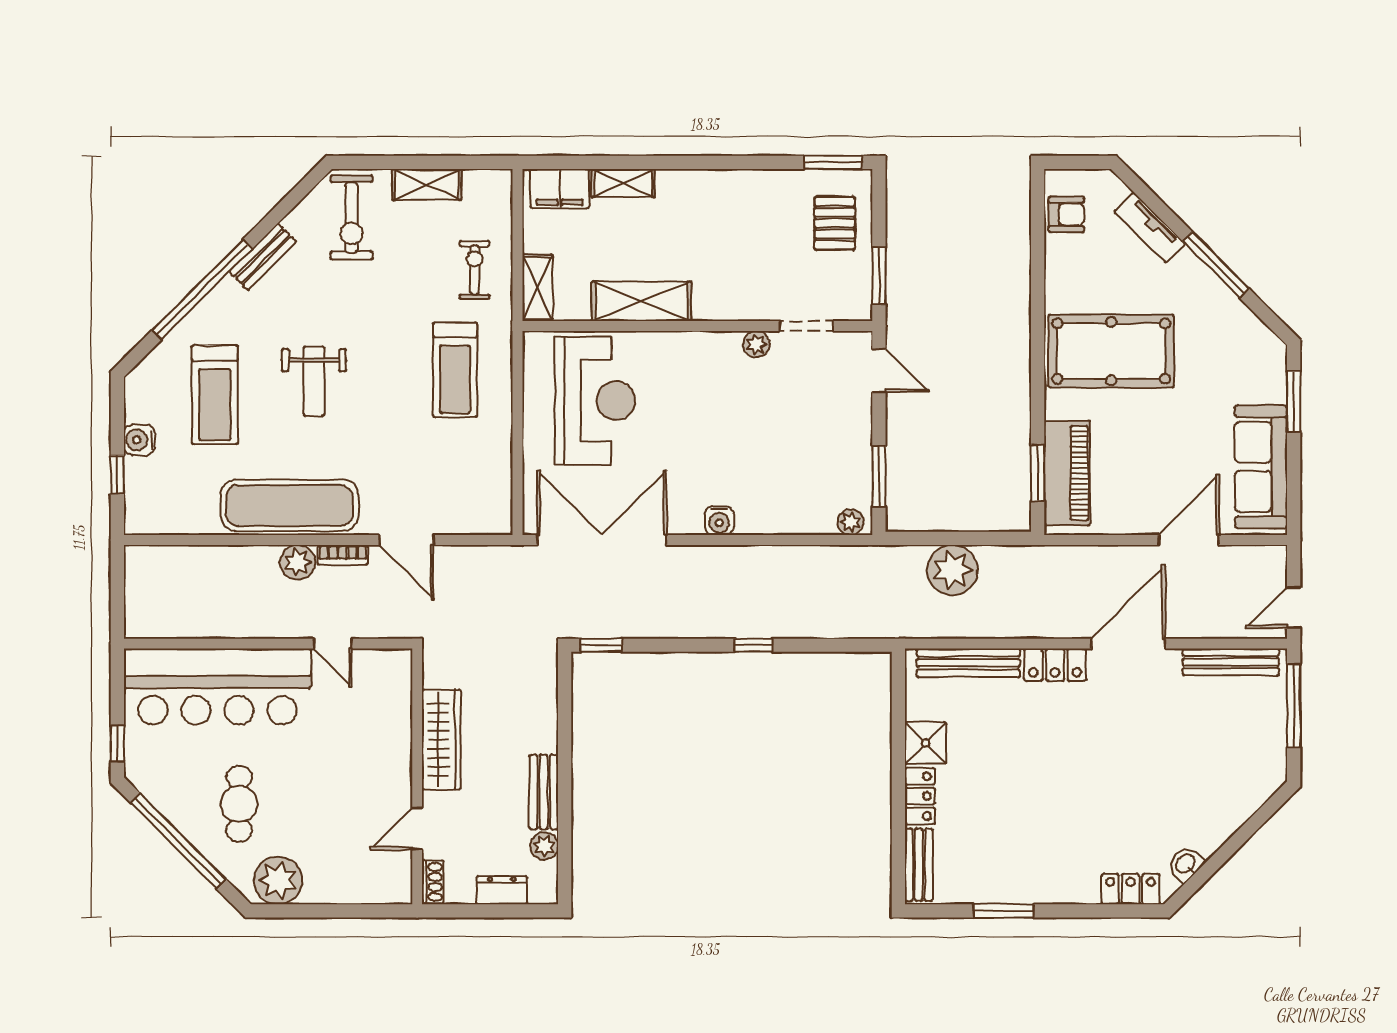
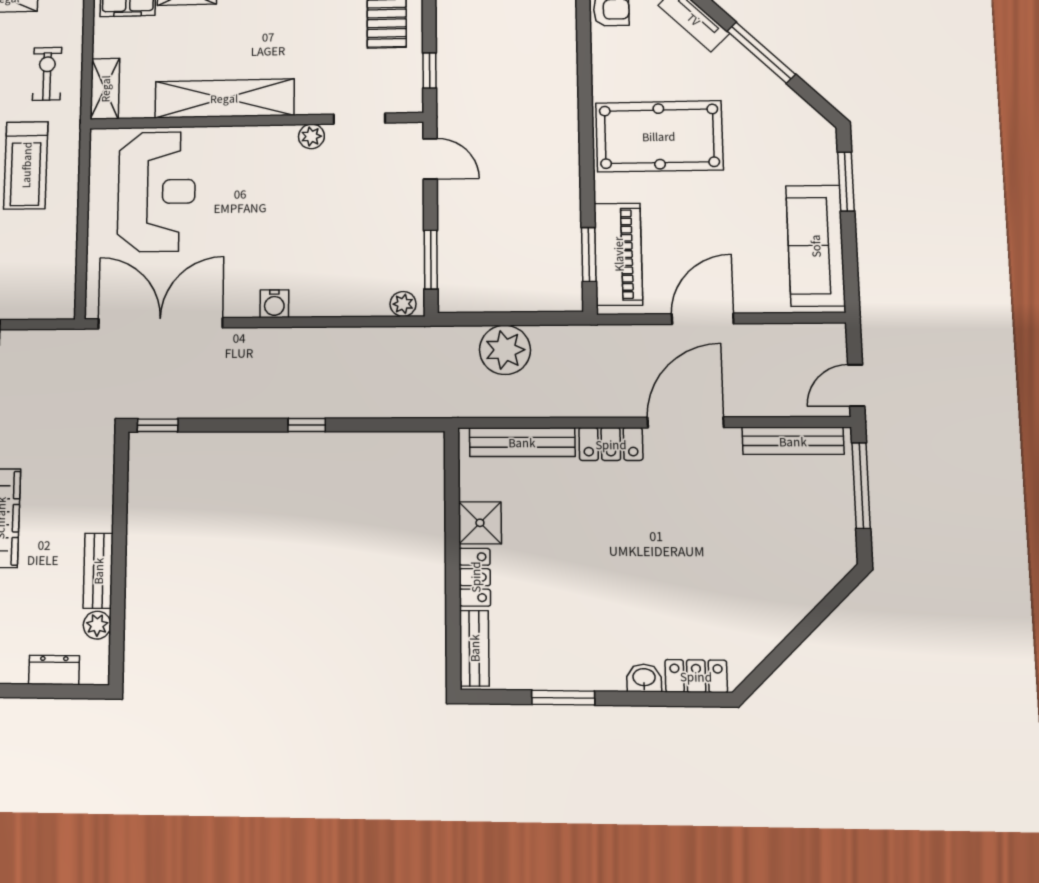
window: (879, 276) -> (429, 70), width x0.67
shelving: (641, 301) -> (224, 98), width x1.47
door: (1189, 540) -> (703, 319), moved
washbasin: (1186, 864) -> (644, 678), moved, turned 45

